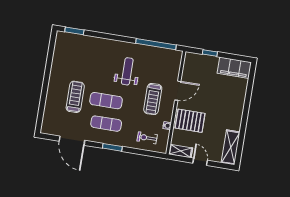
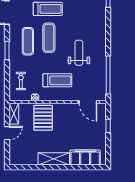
filing cabinet: (234, 68) -> (85, 158), moved, turned 90
weight bench: (127, 71) -> (79, 53), turned -90
door: (178, 91) -> (88, 102), moved
treadmill: (153, 99) -> (57, 80), turned 180
shelving: (231, 147) -> (54, 159), moved

